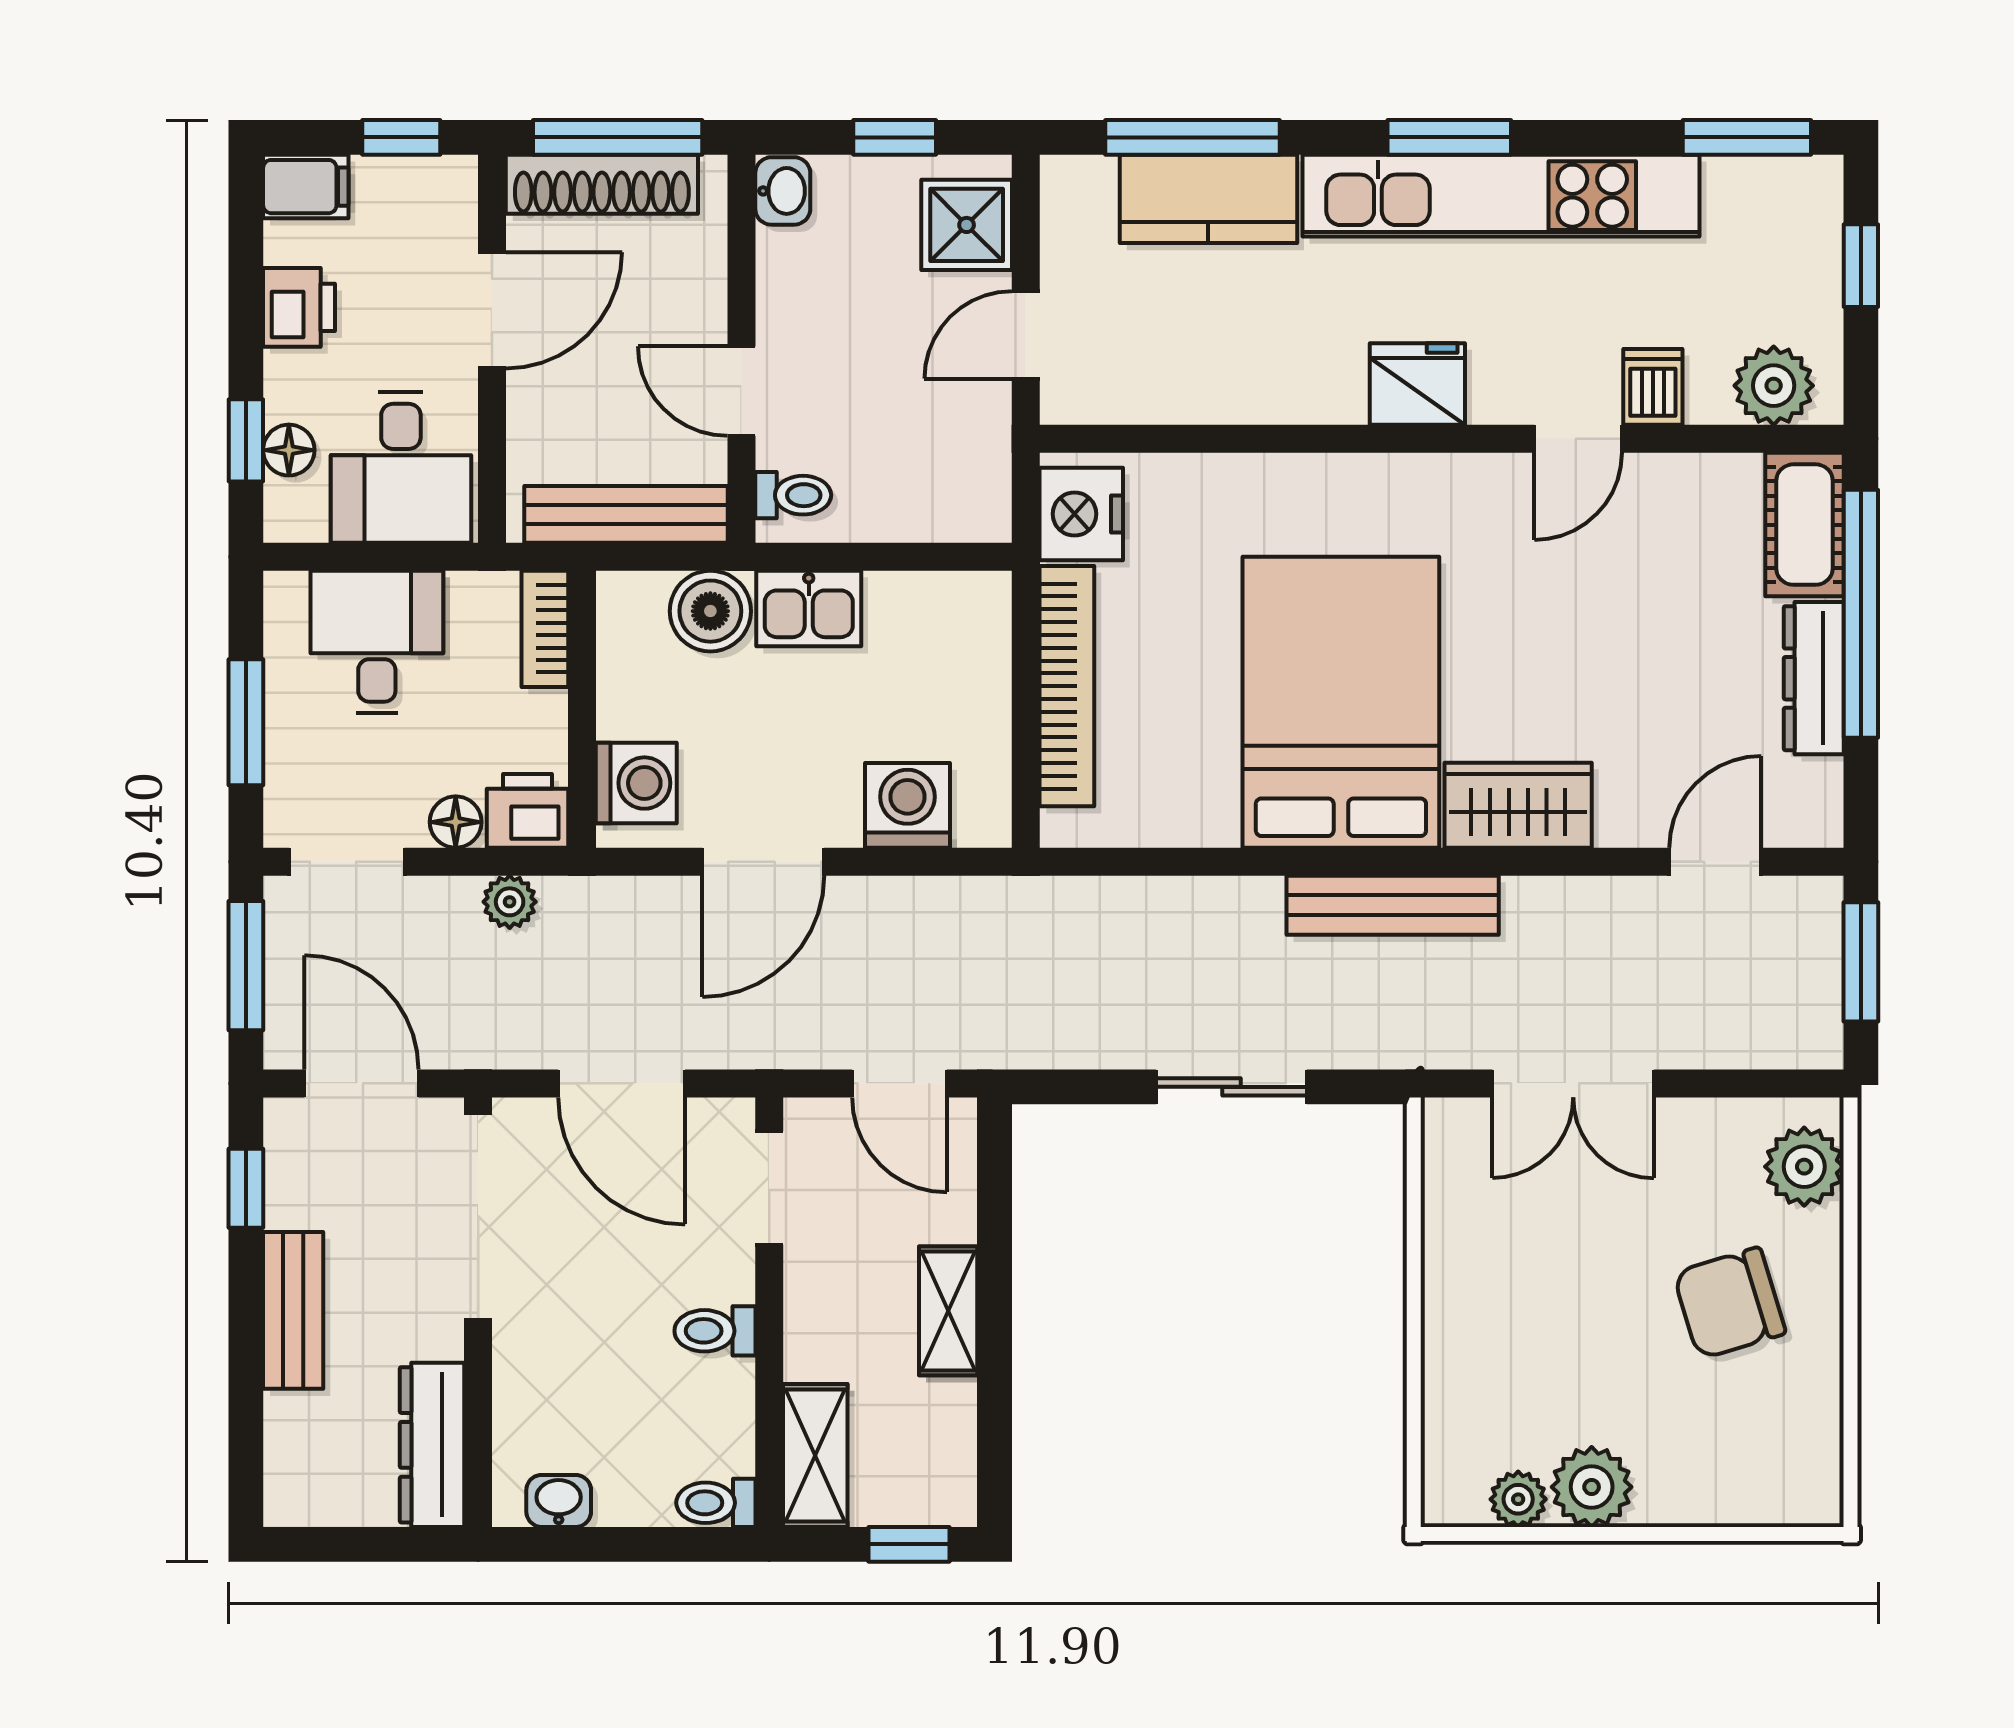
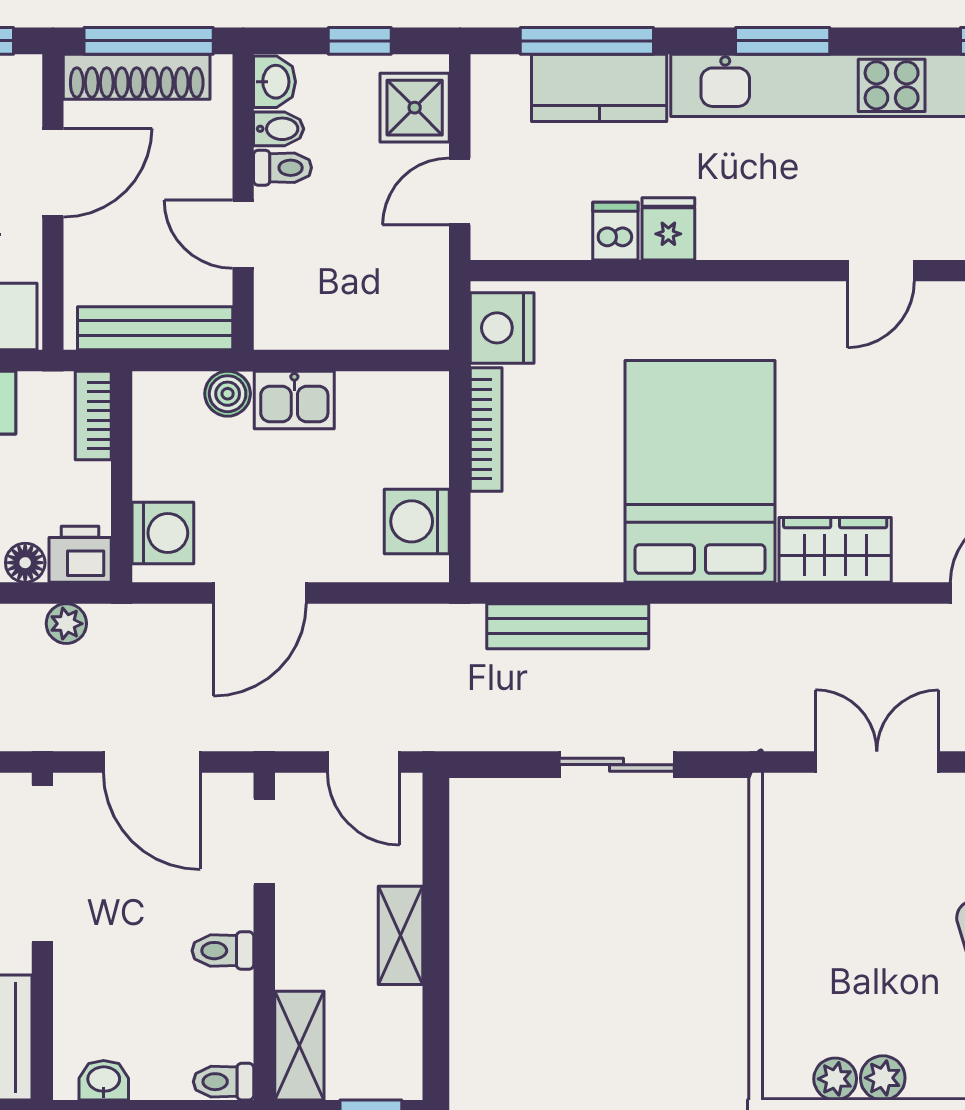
bidet: (788, 253) -> (279, 129), added
fridge: (1417, 384) -> (668, 229), moved, width x0.72
dishwasher: (1653, 387) -> (615, 231), moved
toilet: (793, 495) -> (283, 168), moved
boiler: (710, 611) -> (228, 394), width x0.73, depth x0.73
bookcase: (1067, 686) -> (486, 429), width x0.68, depth x0.76
washing machine: (908, 805) -> (417, 521), moved, turned -90
bench: (1393, 905) -> (568, 626), moved
double door: (1573, 1083) -> (877, 762), swing flipped
plant: (1592, 1487) -> (883, 1078), width x0.73, depth x0.73

